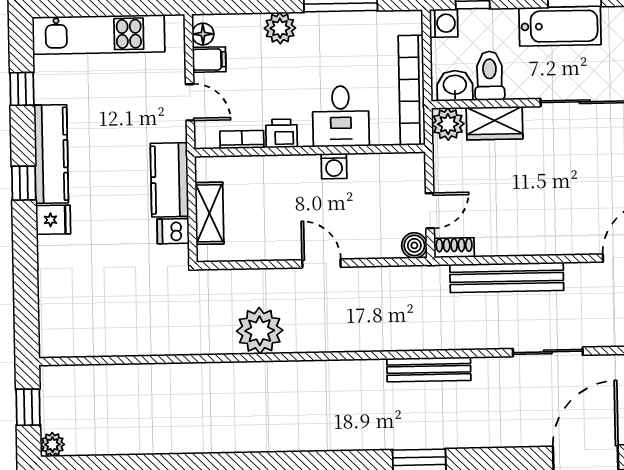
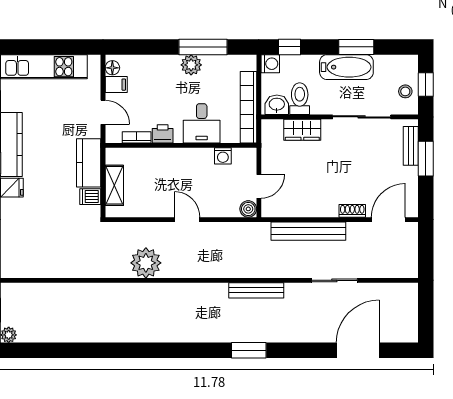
plant: (280, 28) -> (191, 65), moved
plant: (448, 124) -> (272, 130), removed
washing machine: (334, 166) -> (223, 156), moved
shoe rack: (454, 248) -> (352, 211), moved

